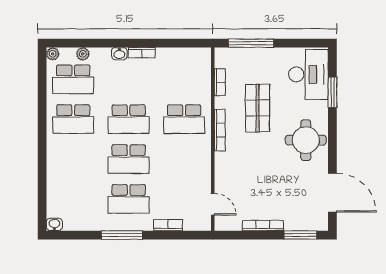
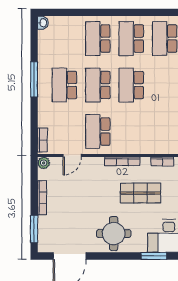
school desk: (184, 119) -> (98, 131), moved
school desk: (73, 159) -> (98, 39), added
door: (213, 204) -> (72, 156), moved
plant: (222, 224) -> (44, 163), added
bookcase: (168, 225) -> (42, 140), moved

